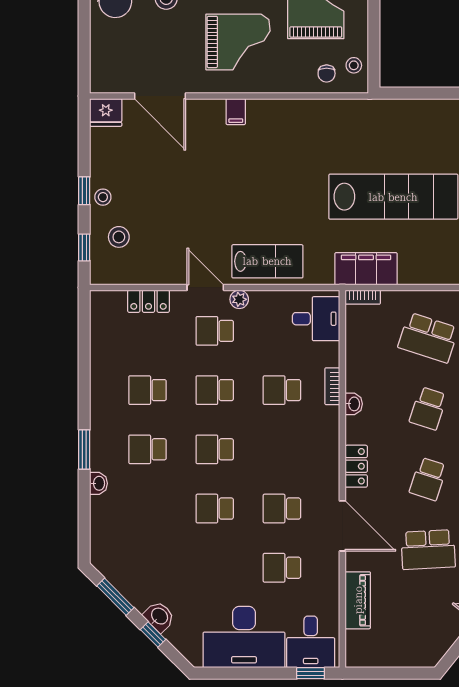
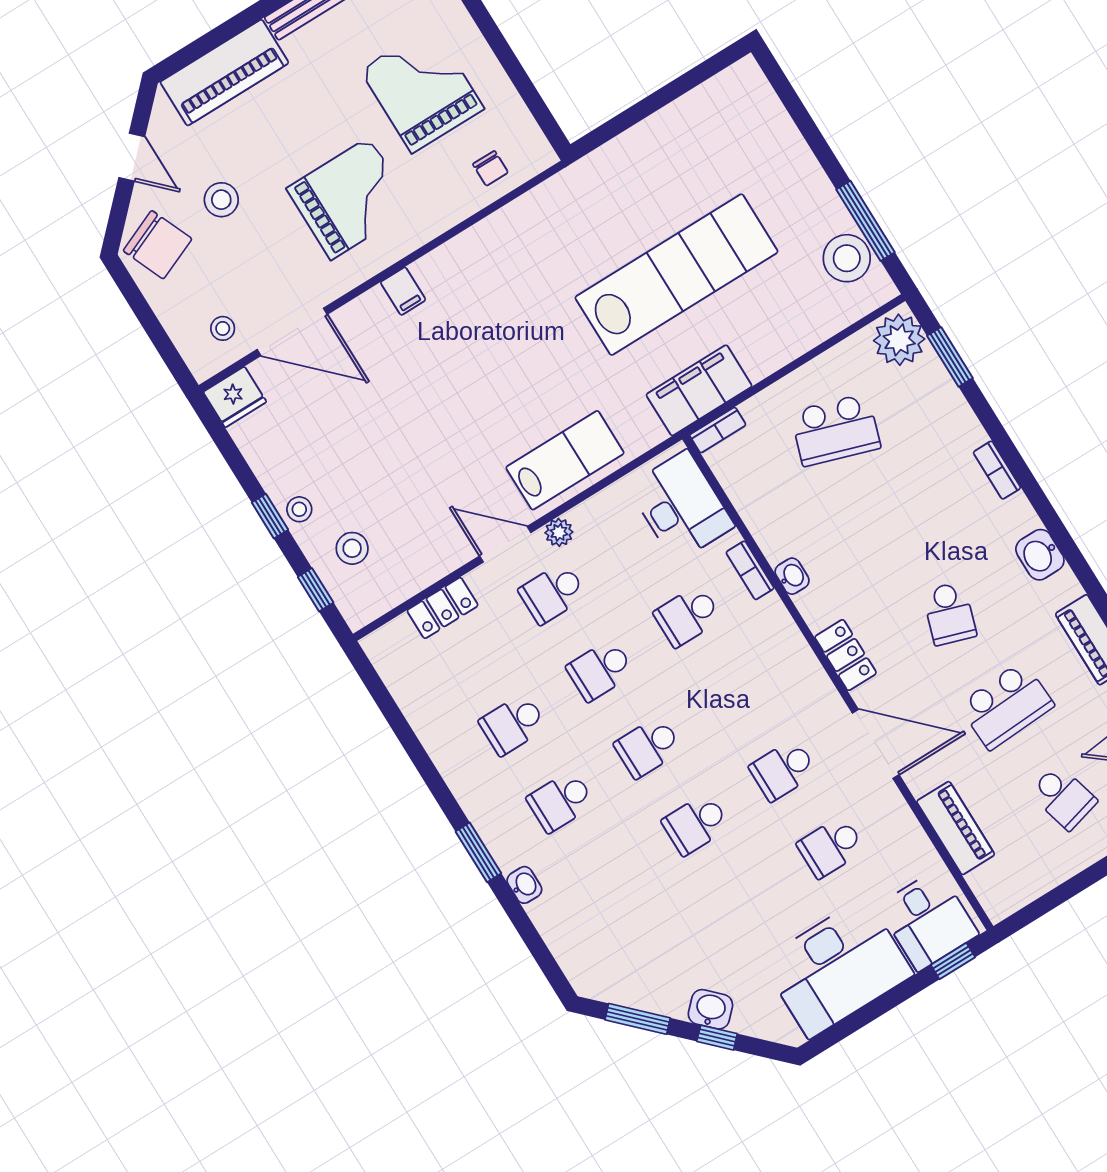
stool: (354, 65) -> (223, 328), moved
desk: (316, 319) -> (681, 506), width x1.37
school desk: (428, 408) -> (1063, 797), moved, turned -33

